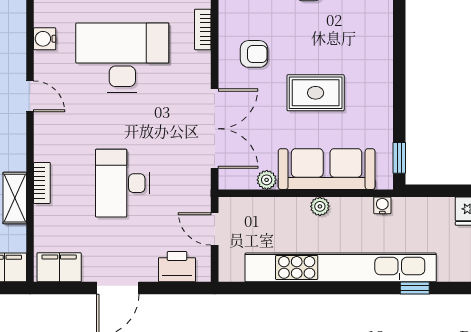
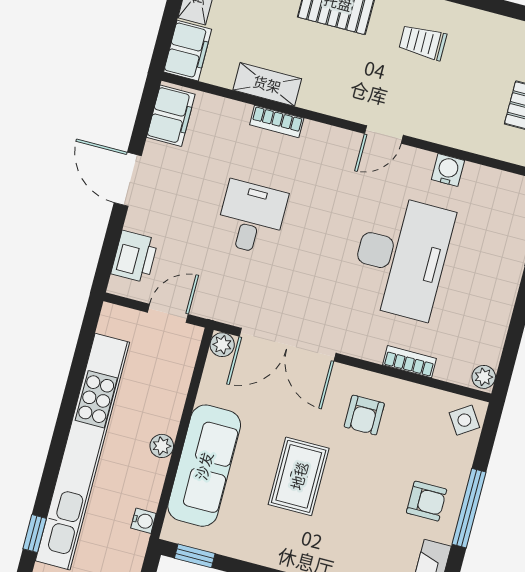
plant: (267, 180) -> (222, 345), moved
desk: (122, 183) -> (251, 217), width x0.73

